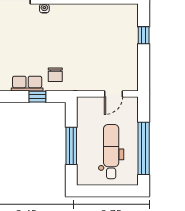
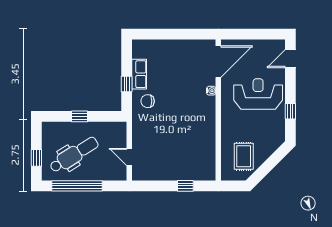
window: (71, 146) -> (79, 116), width x0.46
dental chair: (111, 152) -> (74, 155), turned -32
window: (114, 191) -> (36, 158), added

